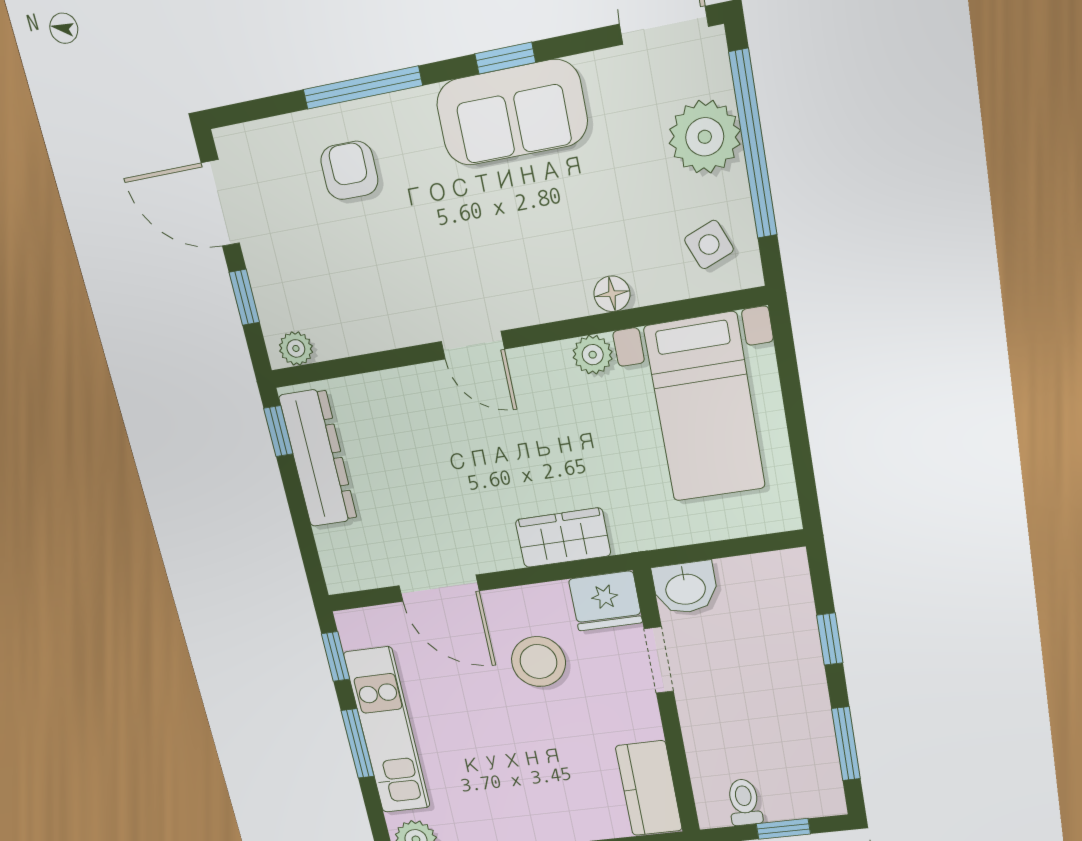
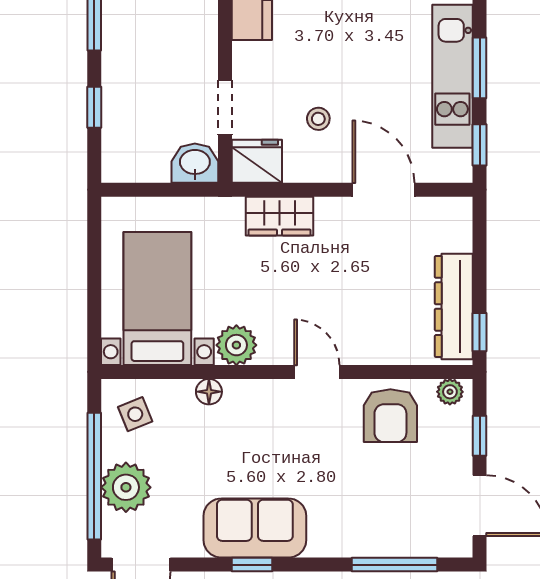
window: (363, 88) -> (395, 565), moved
armchair: (349, 170) -> (390, 416), moved, width x1.38, depth x1.38
plant: (593, 355) -> (236, 345), width x1.38, depth x1.38
stool: (538, 662) -> (318, 119), width x0.53, depth x0.53

